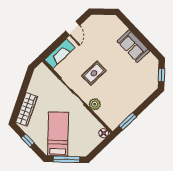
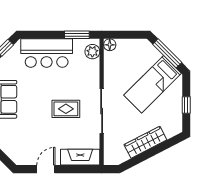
bar counter: (135, 94) -> (47, 53), added
plant: (95, 104) -> (92, 52), moved
wardrobe: (27, 109) -> (145, 142), moved

